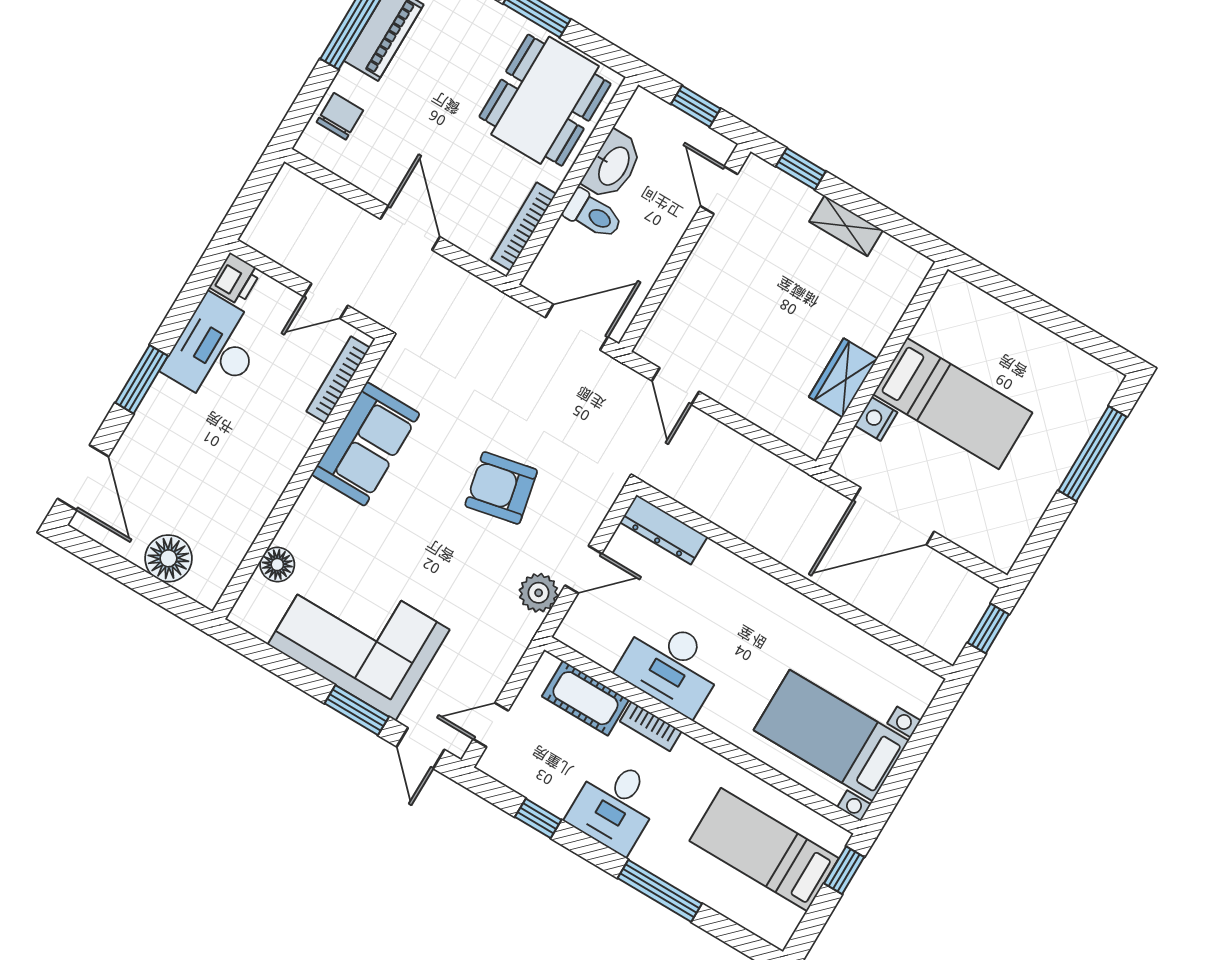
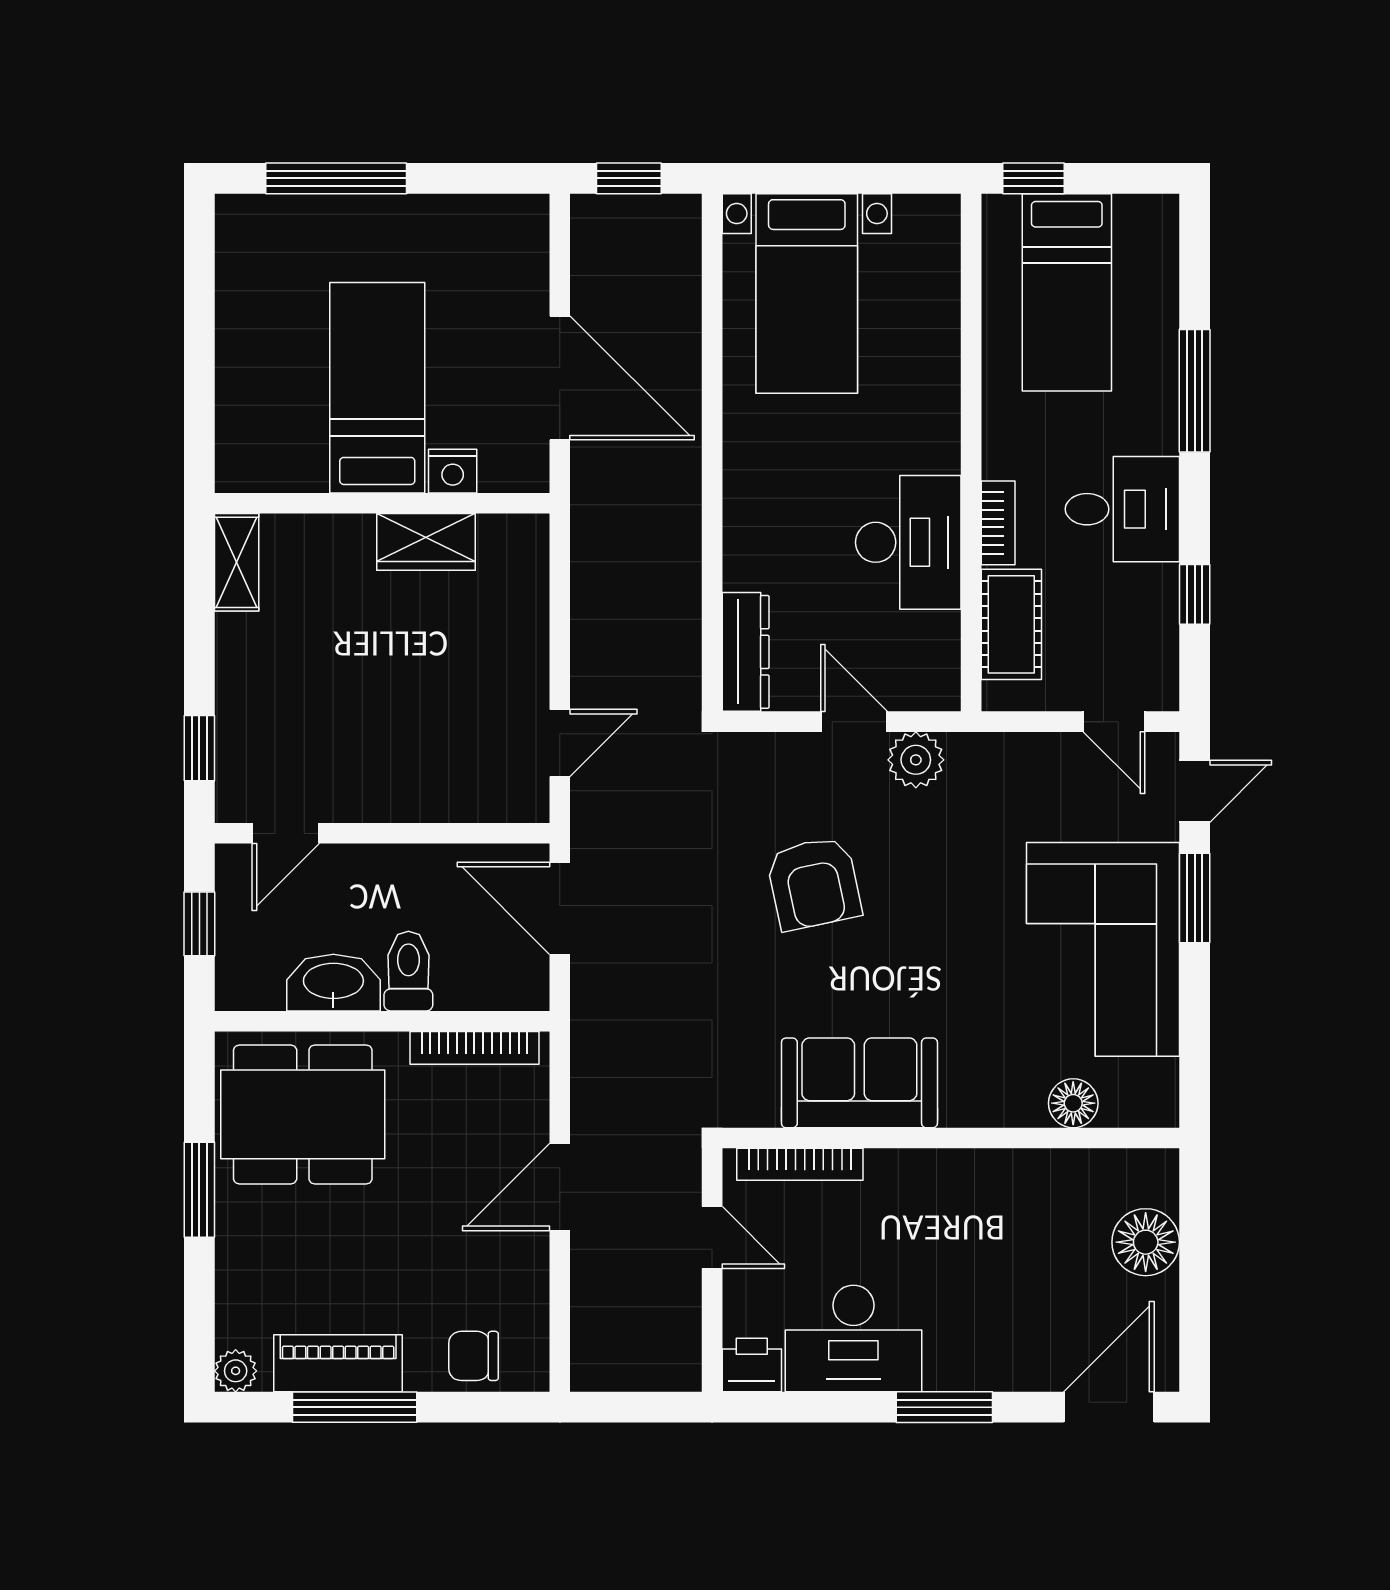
shelving: (846, 226) -> (237, 562), moved
bed with nightstands: (831, 735) -> (807, 293), moved

